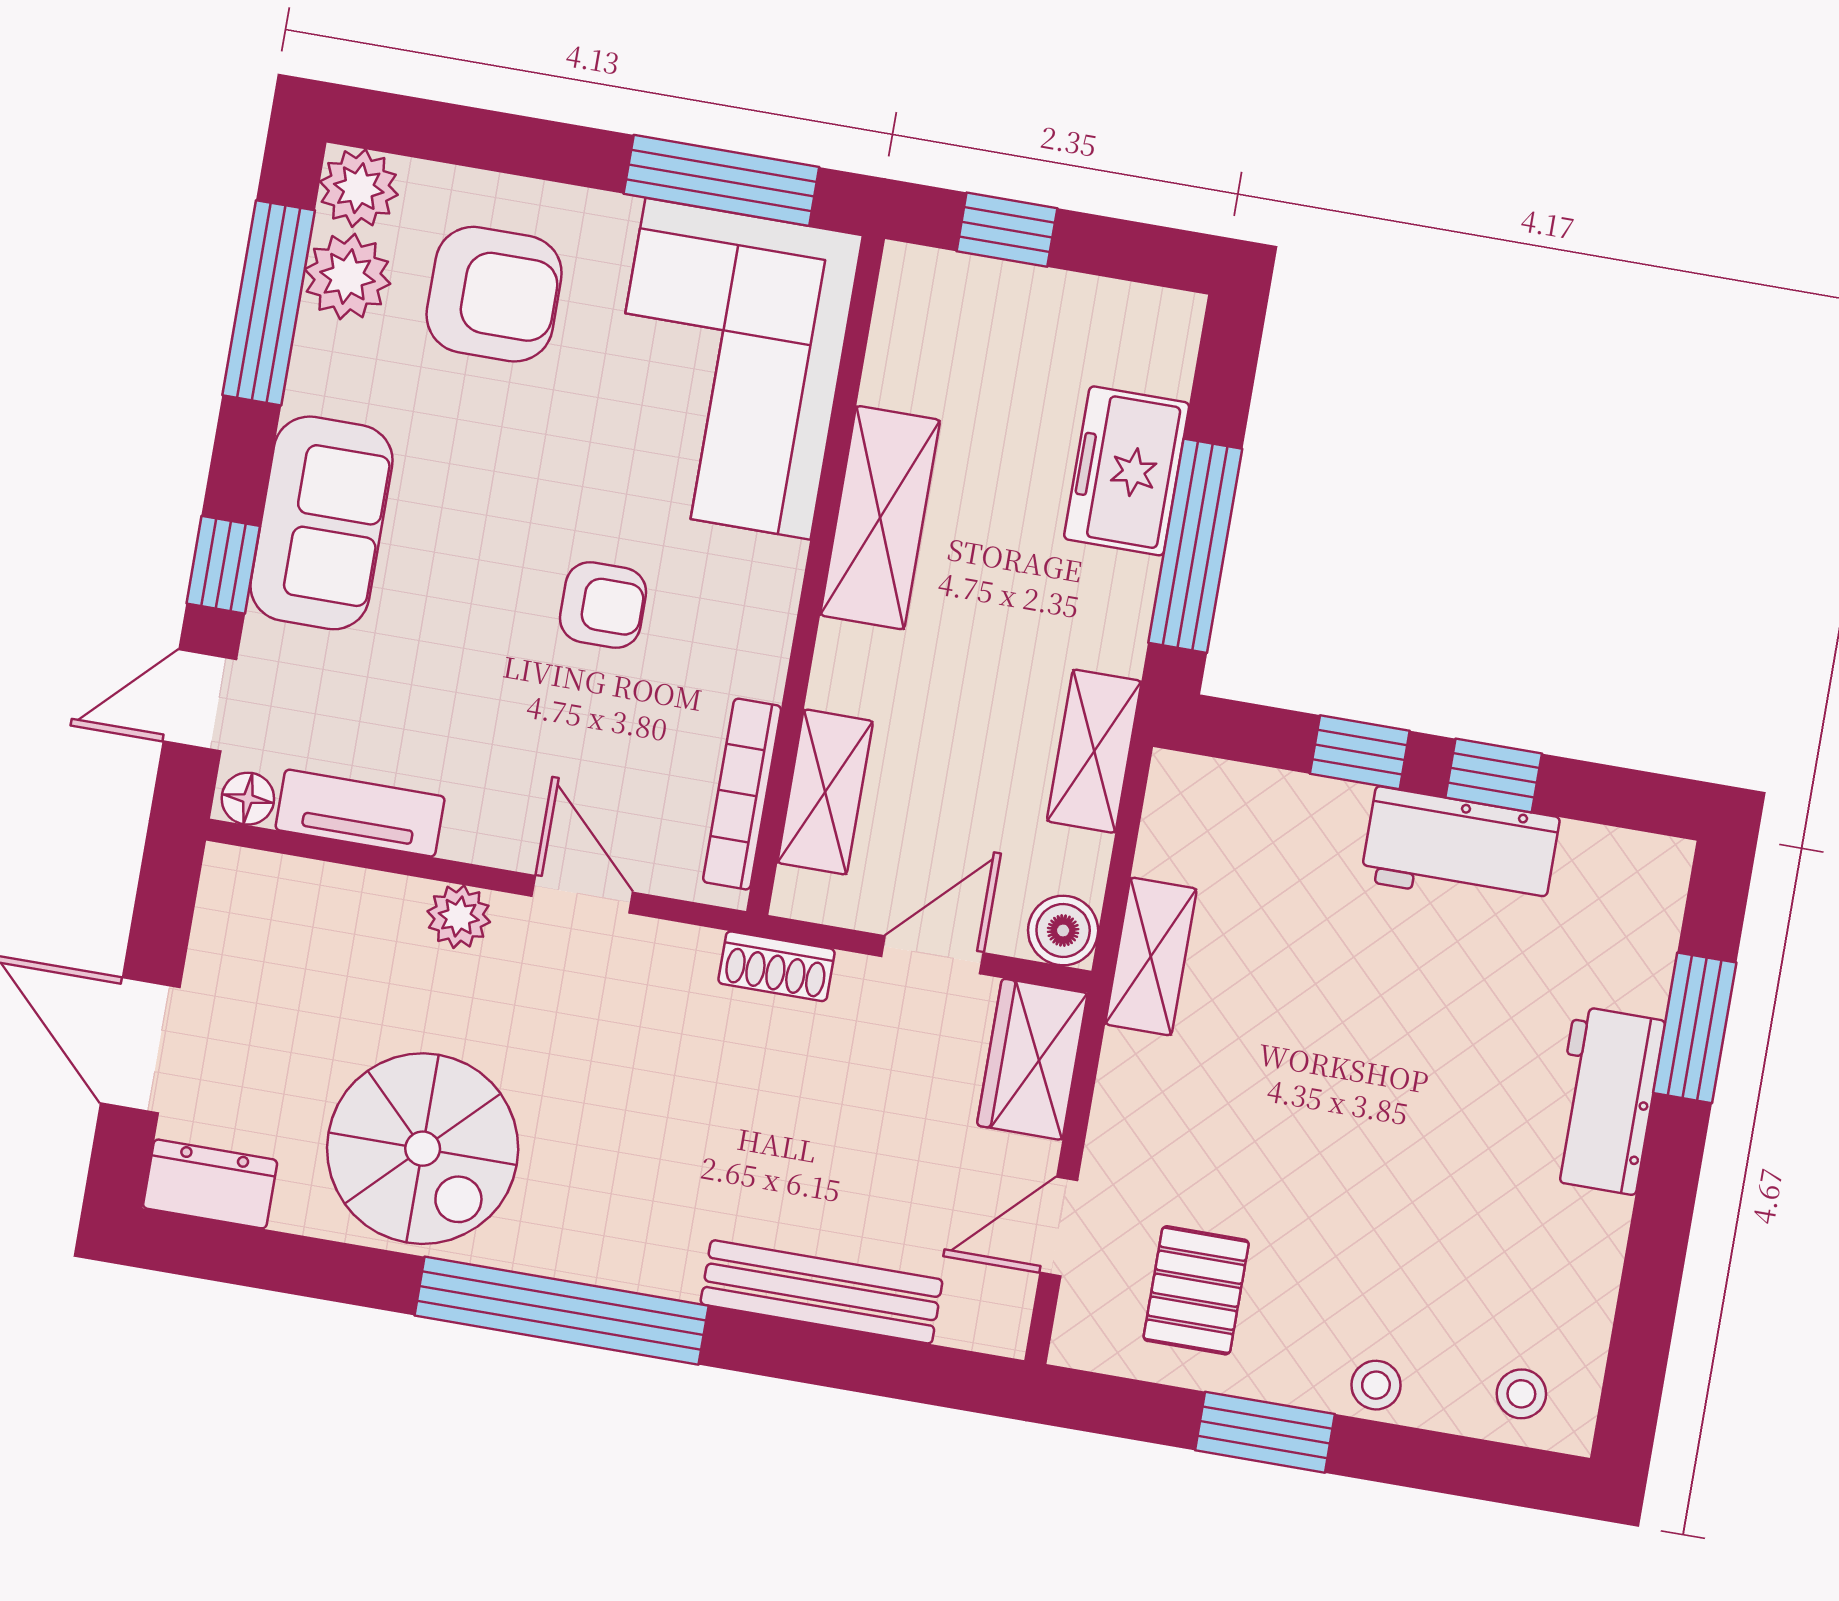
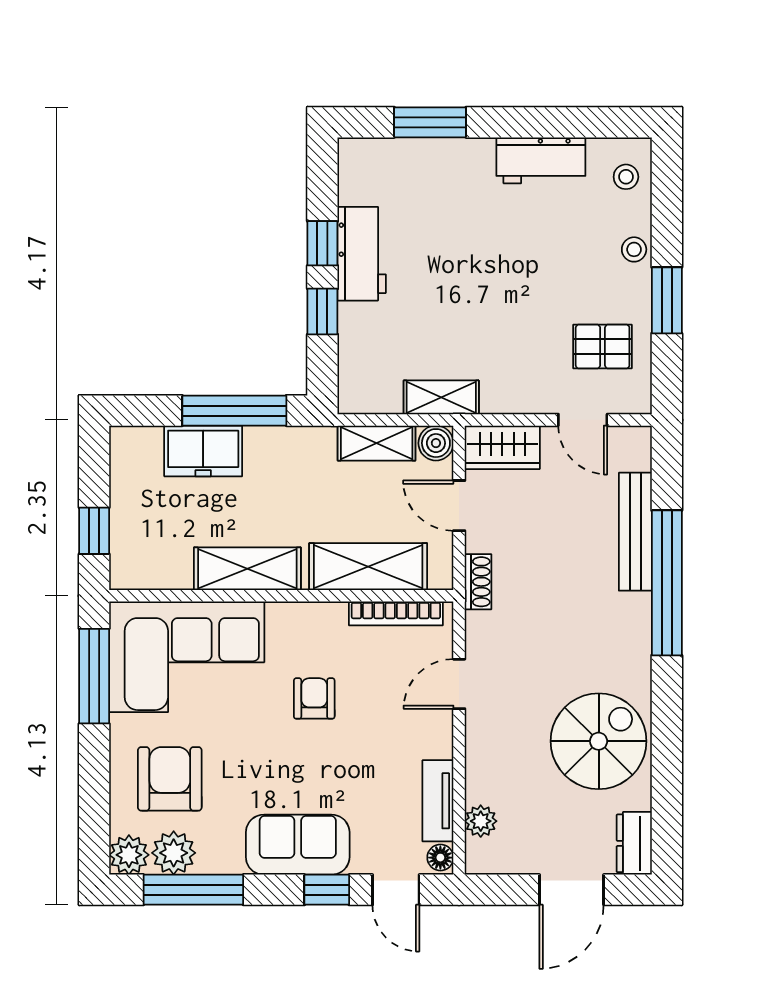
shelving: (1094, 751) -> (377, 443), moved
shelving: (825, 792) -> (368, 567), width x1.50, depth x1.33
plant: (459, 917) -> (481, 821), moved
workbench: (1605, 1100) -> (541, 160), moved
window: (562, 1311) -> (667, 583), moved

